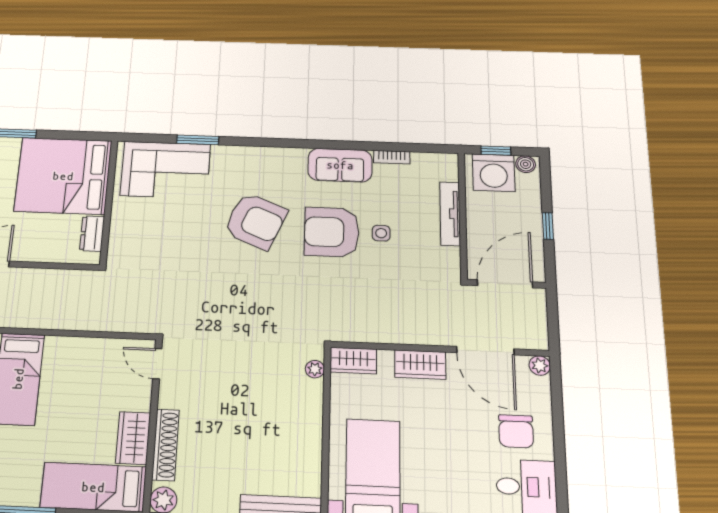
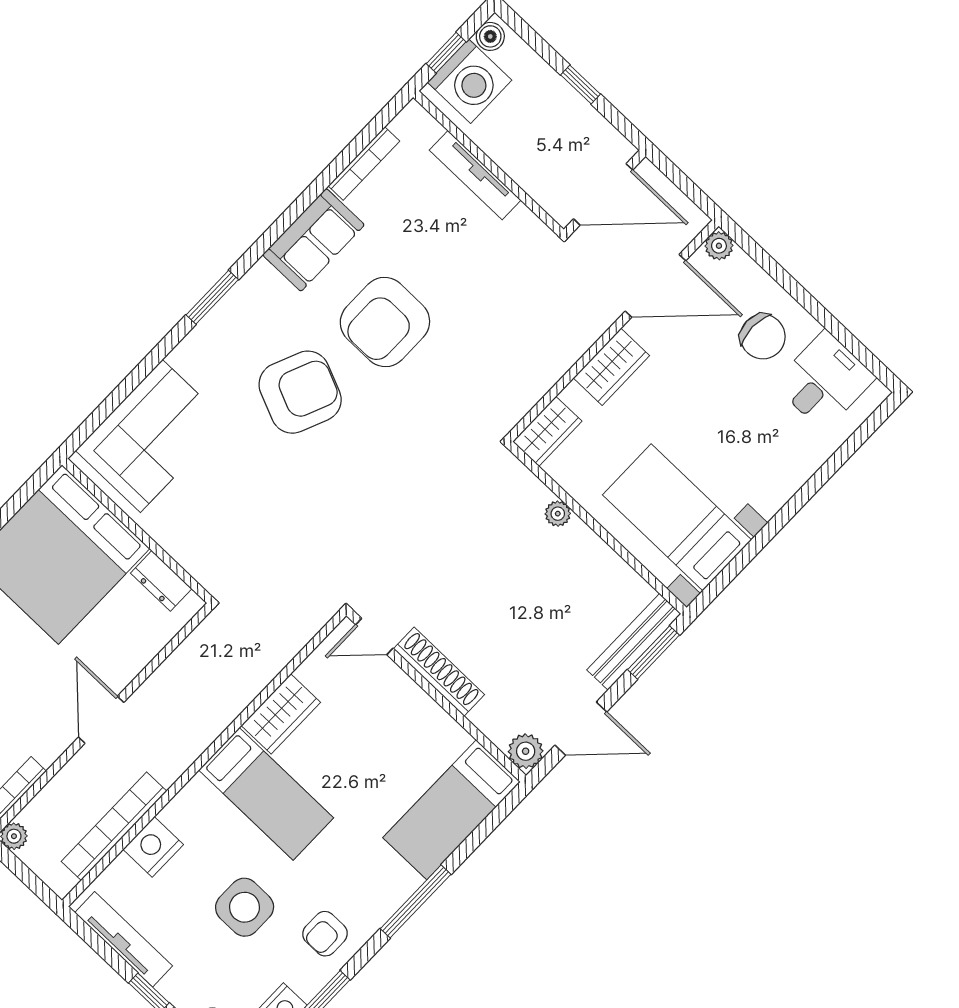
window: (198, 140) -> (212, 297), moved
bookcase: (392, 157) -> (364, 164), width x1.56
side table: (381, 233) -> (433, 270), removed
door: (505, 284) -> (603, 194), swing flipped
plant: (315, 369) -> (558, 514), moved
wardrobe: (133, 438) -> (281, 714), moved, turned -90
shoe rack: (165, 445) -> (439, 672), moved

